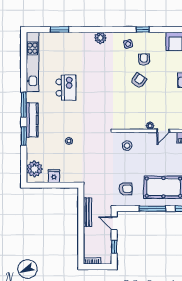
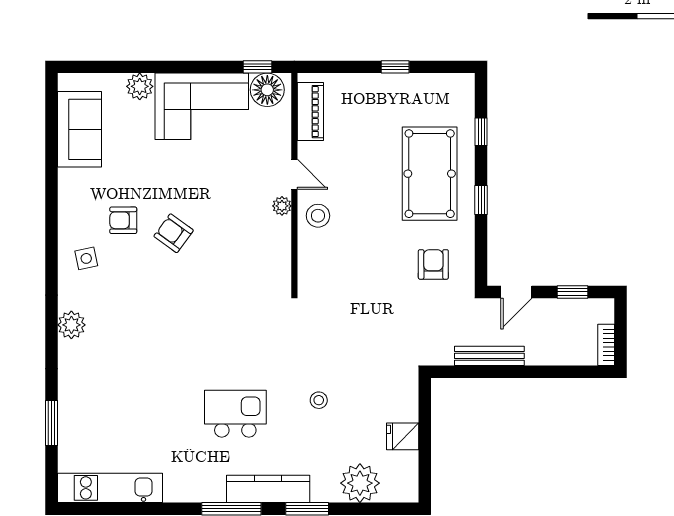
window: (143, 30) -> (51, 223), removed
kitchen unit: (32, 62) -> (110, 488), width x0.73
kitchen island: (66, 88) -> (235, 414), moved
stool: (127, 146) -> (318, 216), moved
plant: (34, 169) -> (360, 483), moved
window: (152, 209) -> (481, 200), width x0.46

